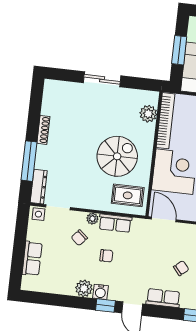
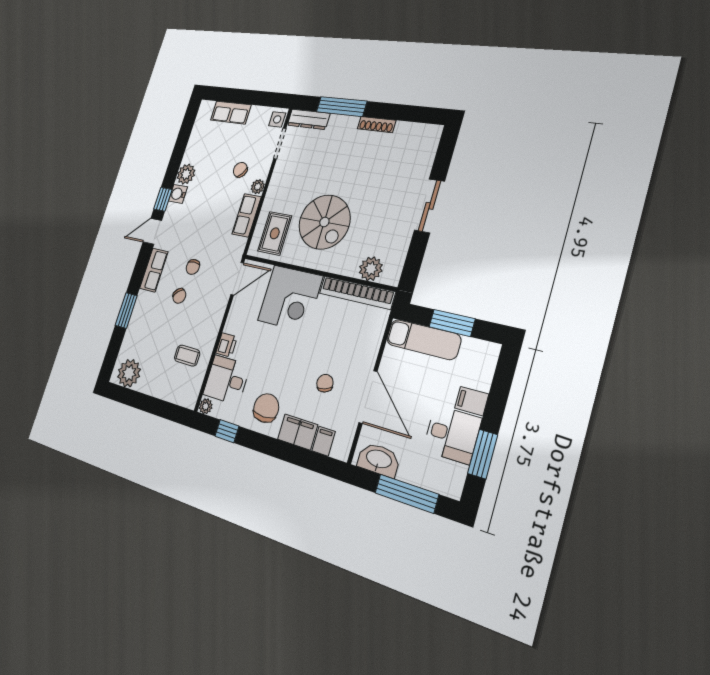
chair: (106, 256) -> (193, 267), moved

